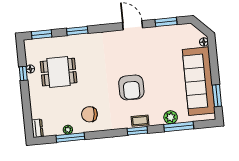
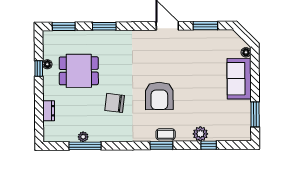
sofa: (199, 81) -> (239, 79), width x0.54, depth x0.79
chair: (89, 114) -> (115, 103), moved
window: (179, 127) -> (209, 145), width x0.46
dresser: (37, 128) -> (49, 111), moved

